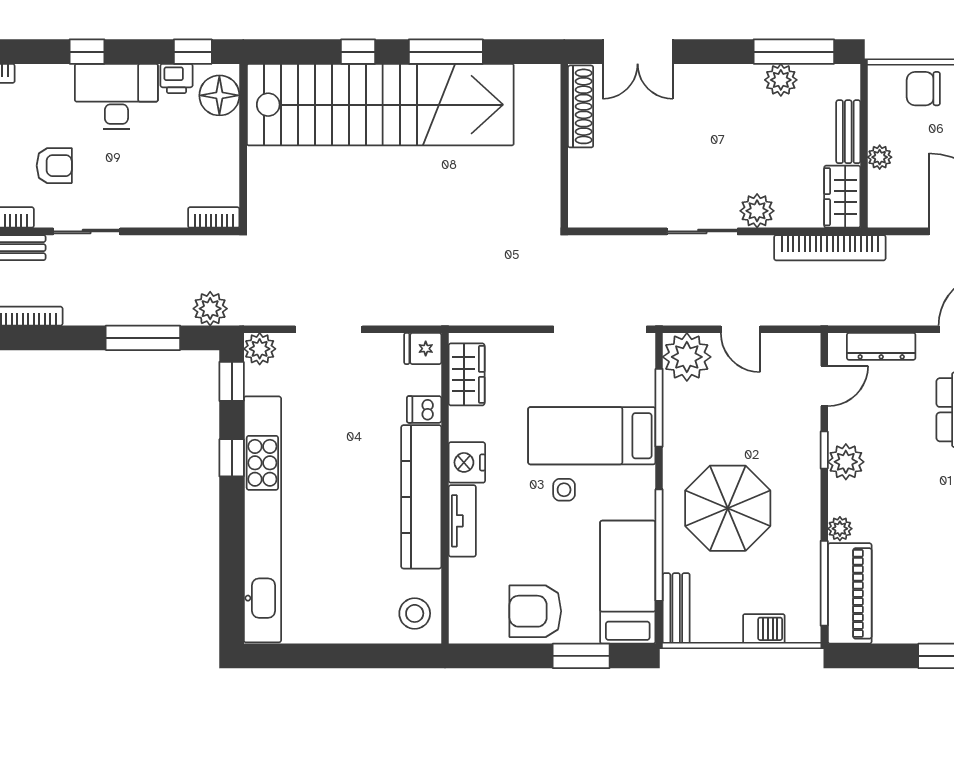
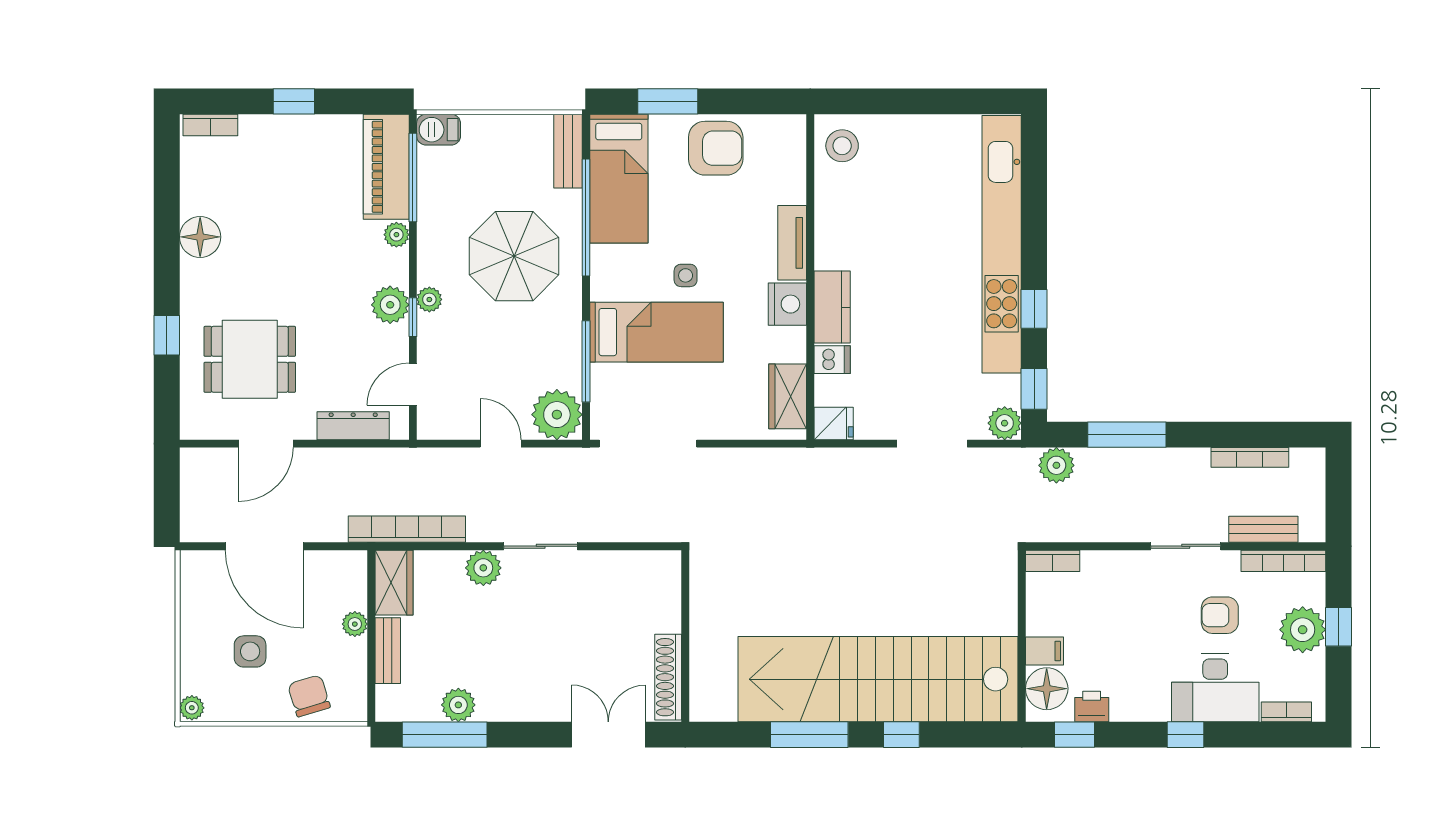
chair: (923, 89) -> (309, 696), turned -107
desk: (116, 96) -> (1215, 688), moved
filing cabinet: (222, 131) -> (1044, 651), added
plant: (808, 467) -> (429, 299), added
kitchen counter: (421, 497) -> (832, 307), width x0.48, depth x0.86
barbecue: (764, 629) -> (439, 130), moved

